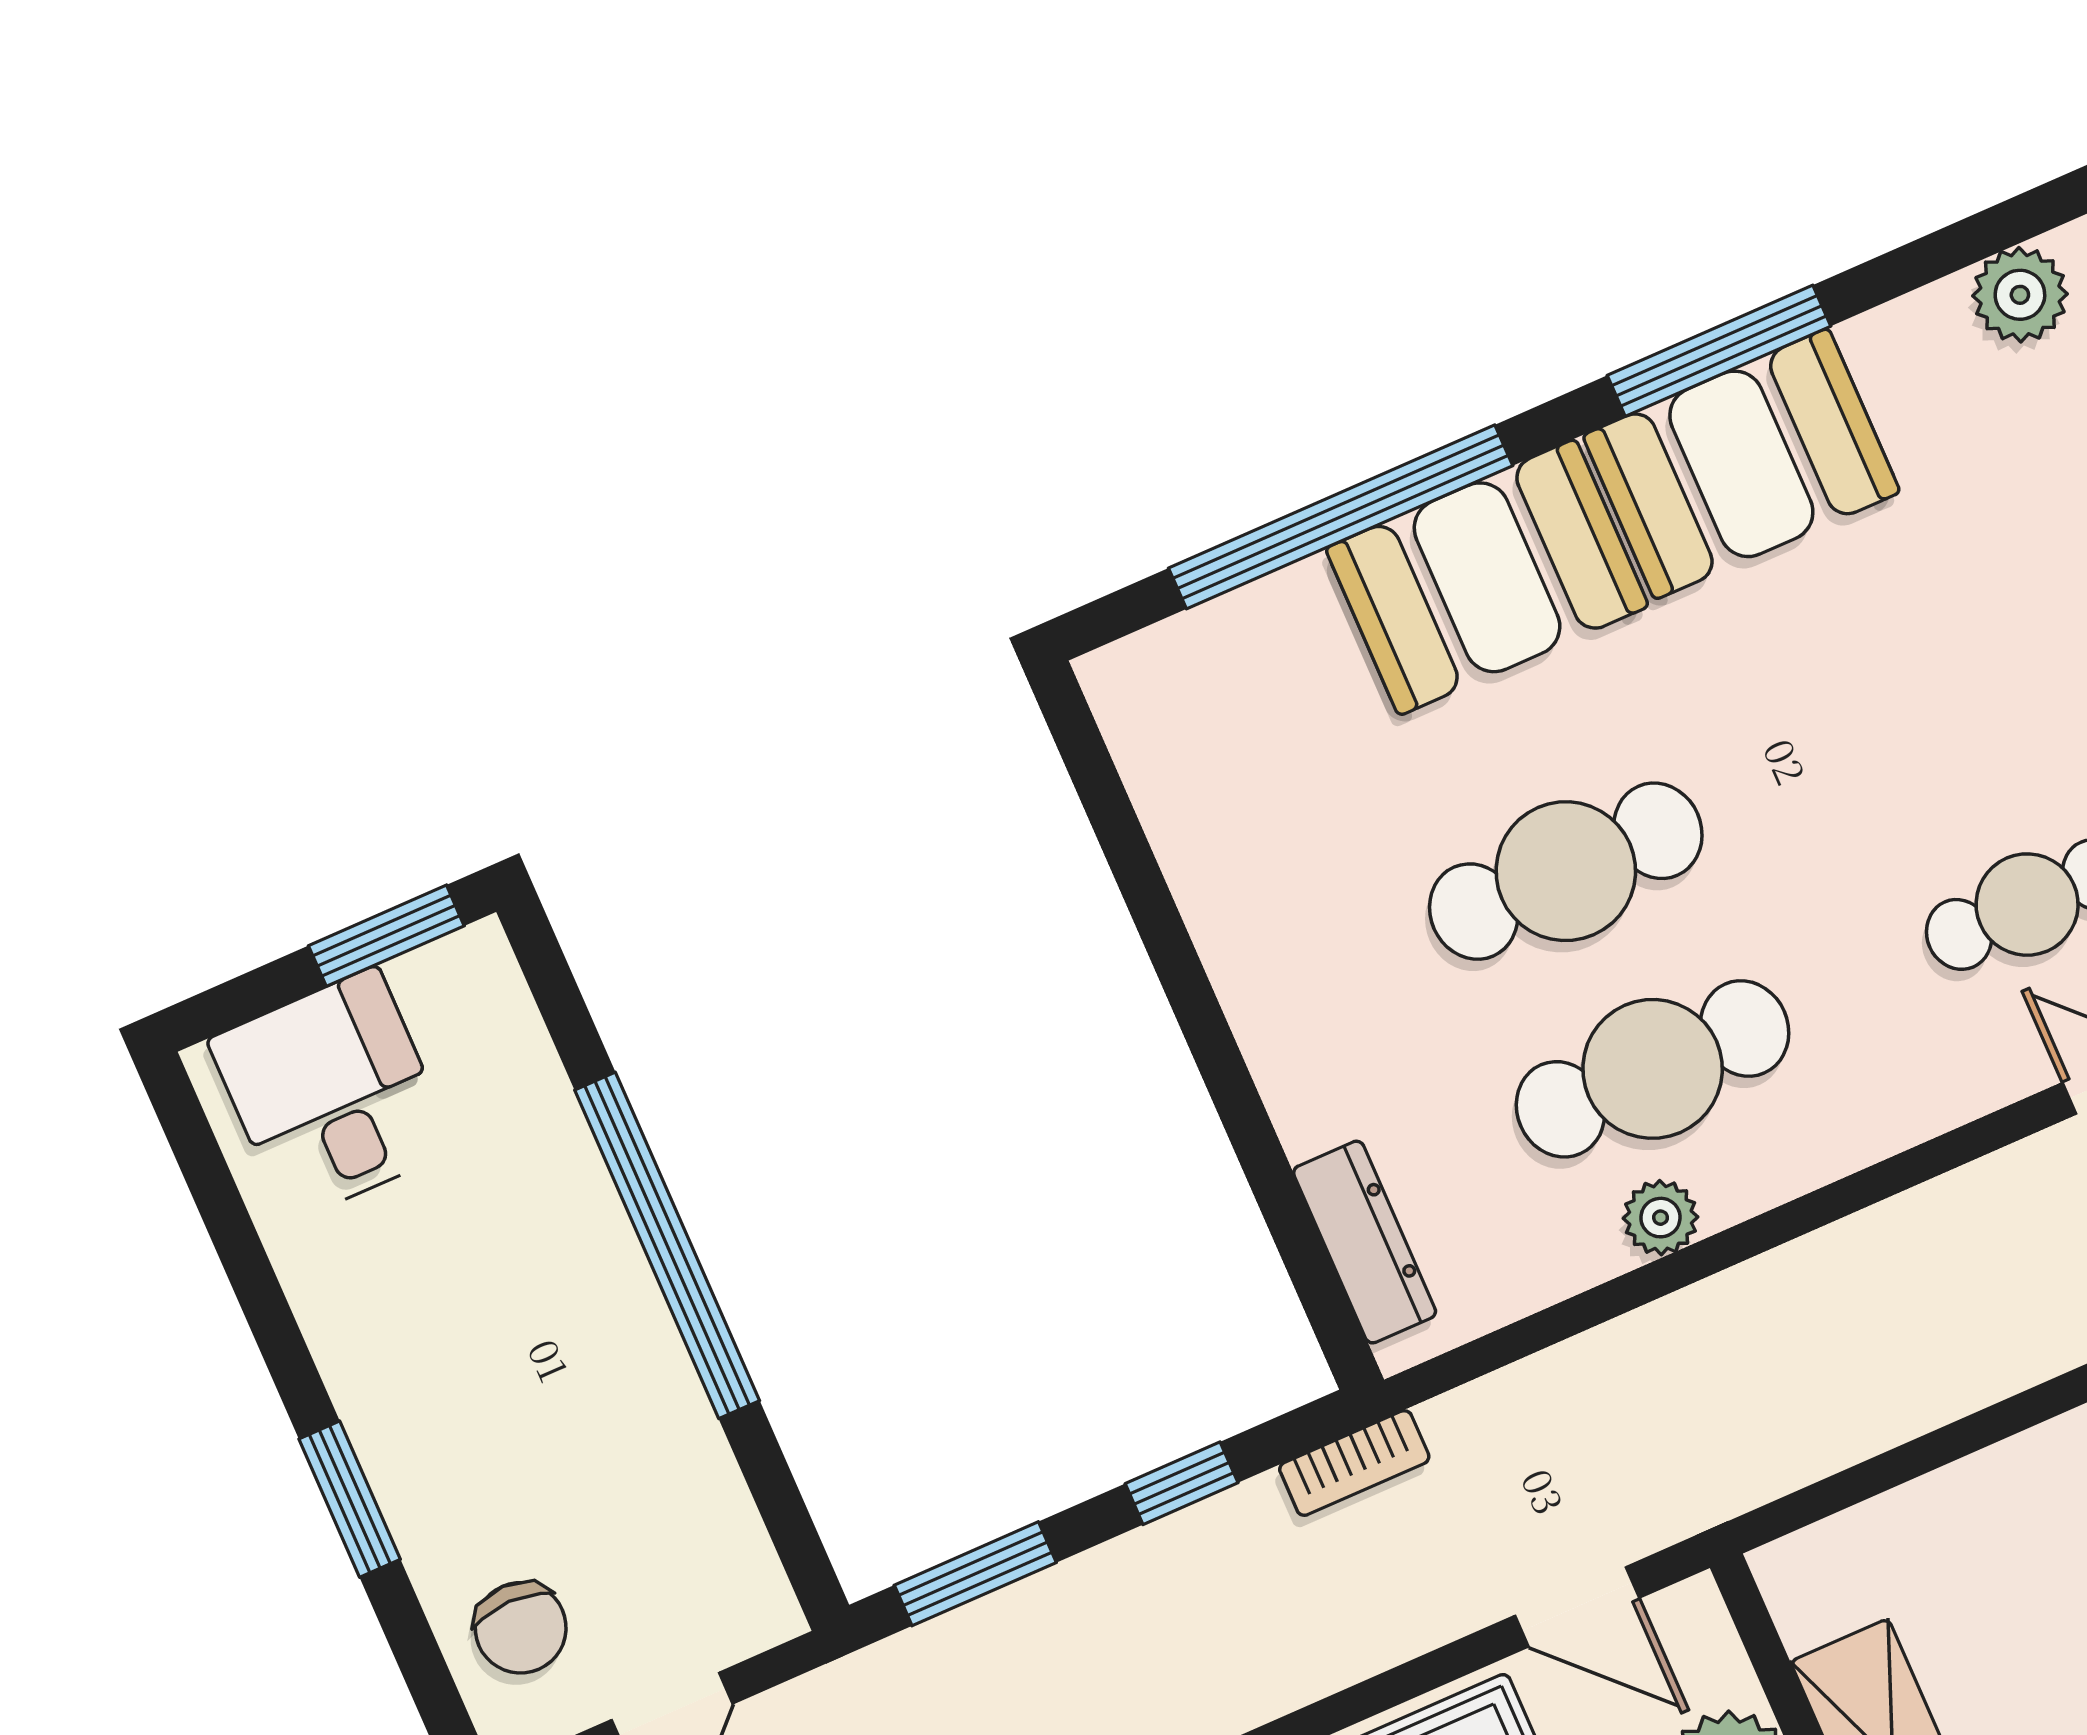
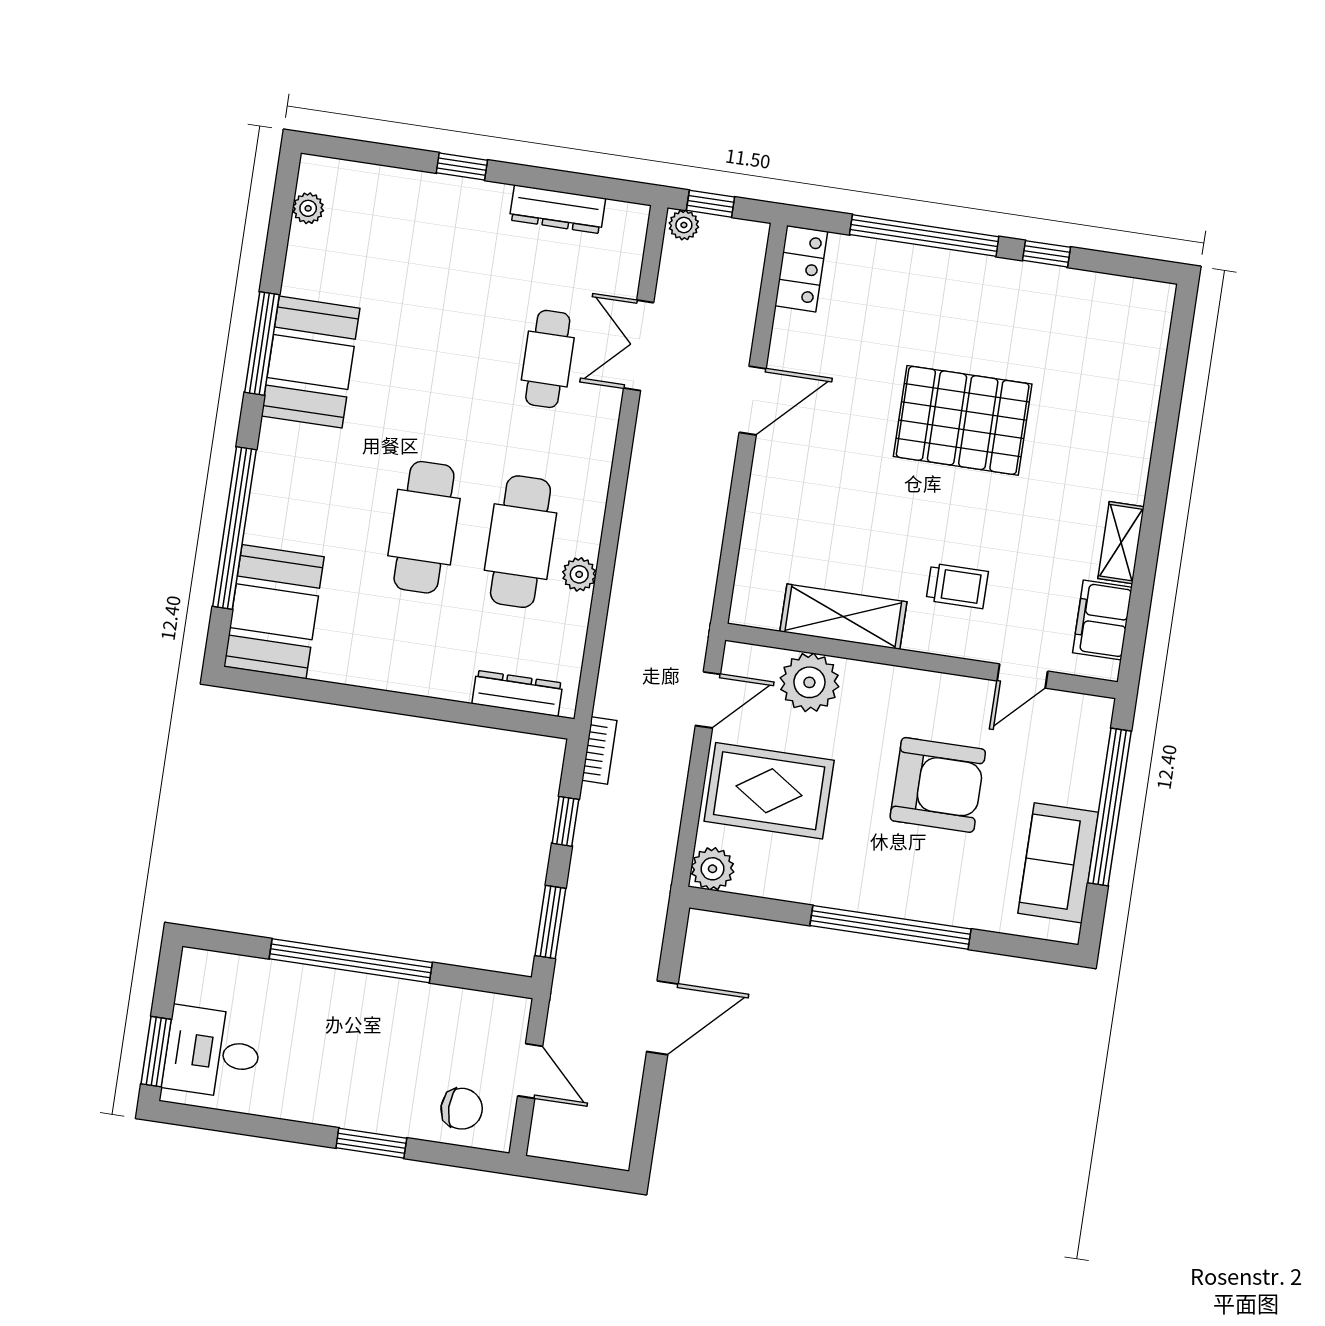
plant: (2020, 295) -> (308, 208), width x0.73, depth x0.73
booth: (1487, 577) -> (274, 612), moved
window: (386, 936) -> (156, 1052), moved

